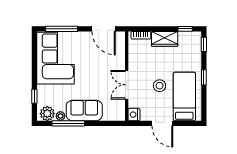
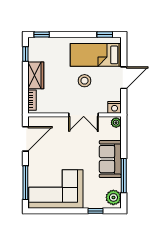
window: (204, 77) -> (105, 35), moved
plant: (60, 116) -> (116, 123), moved

